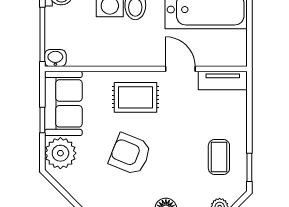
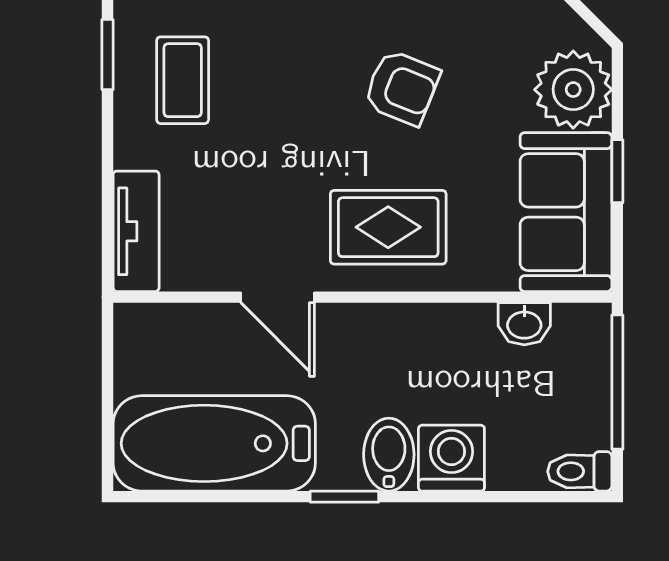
washbasin: (55, 58) -> (524, 324), moved
tv unit: (223, 81) -> (136, 231), moved, turned 90
armchair: (130, 154) -> (402, 88), width x0.72, depth x0.72

